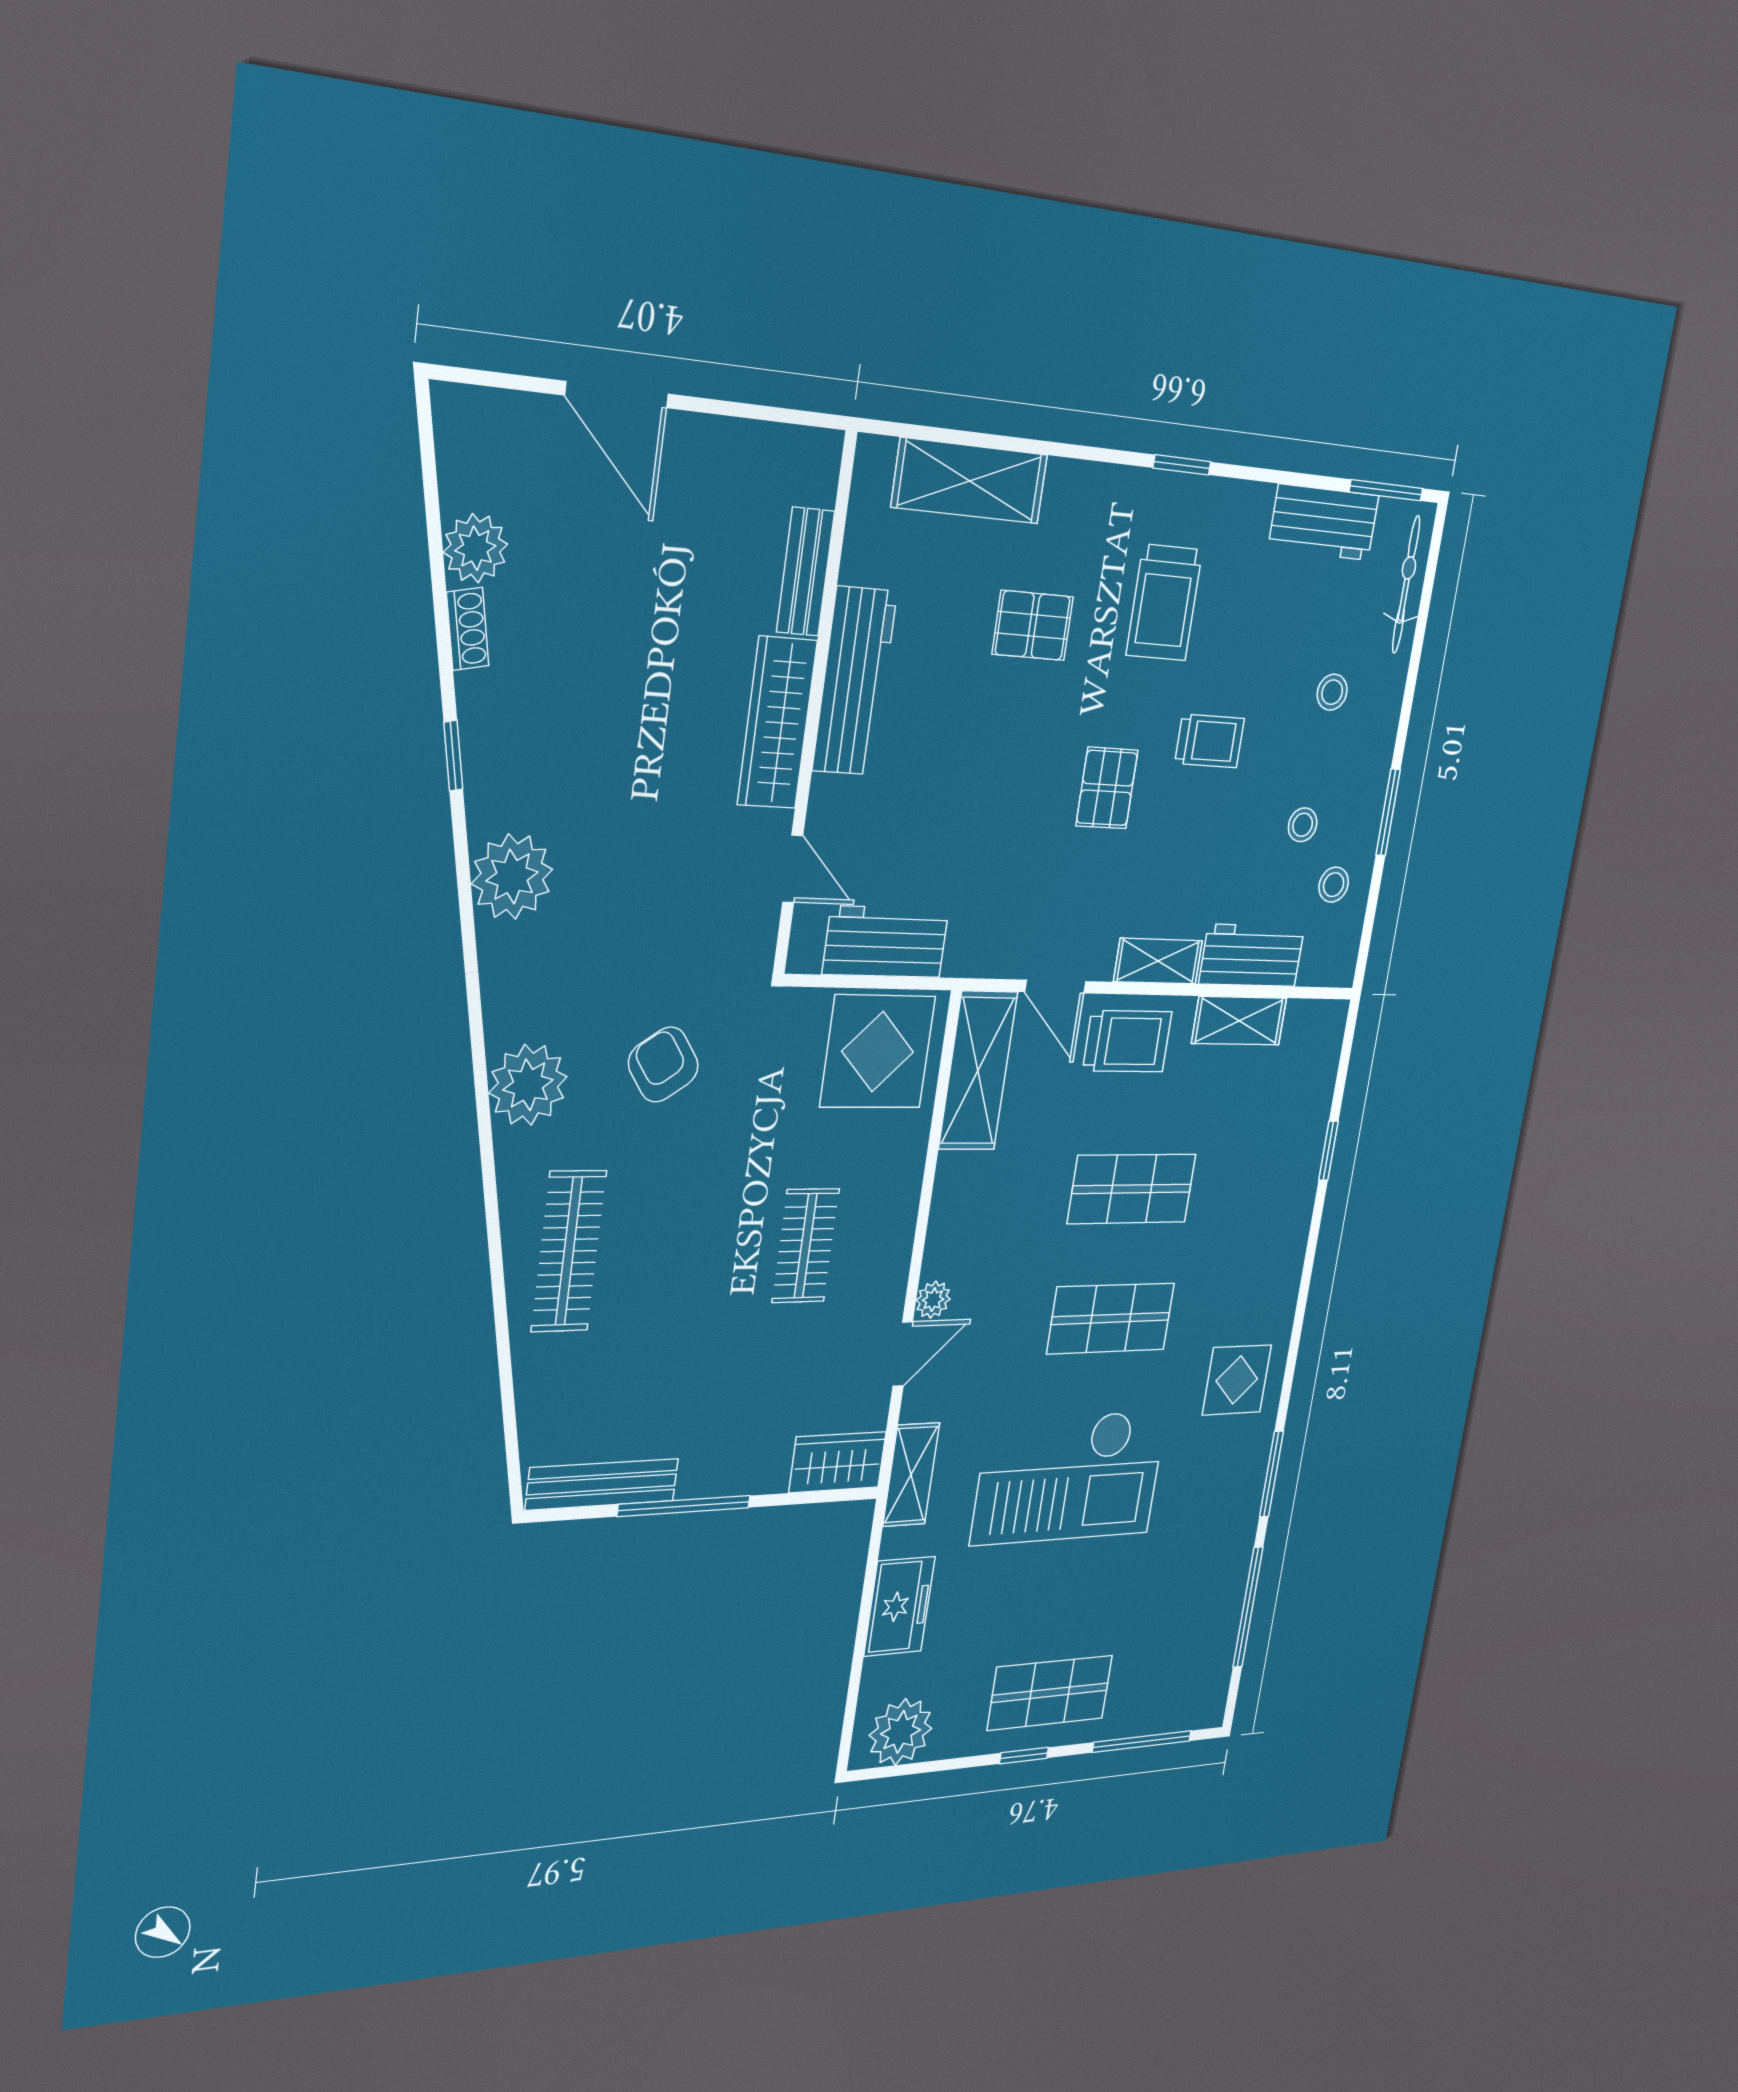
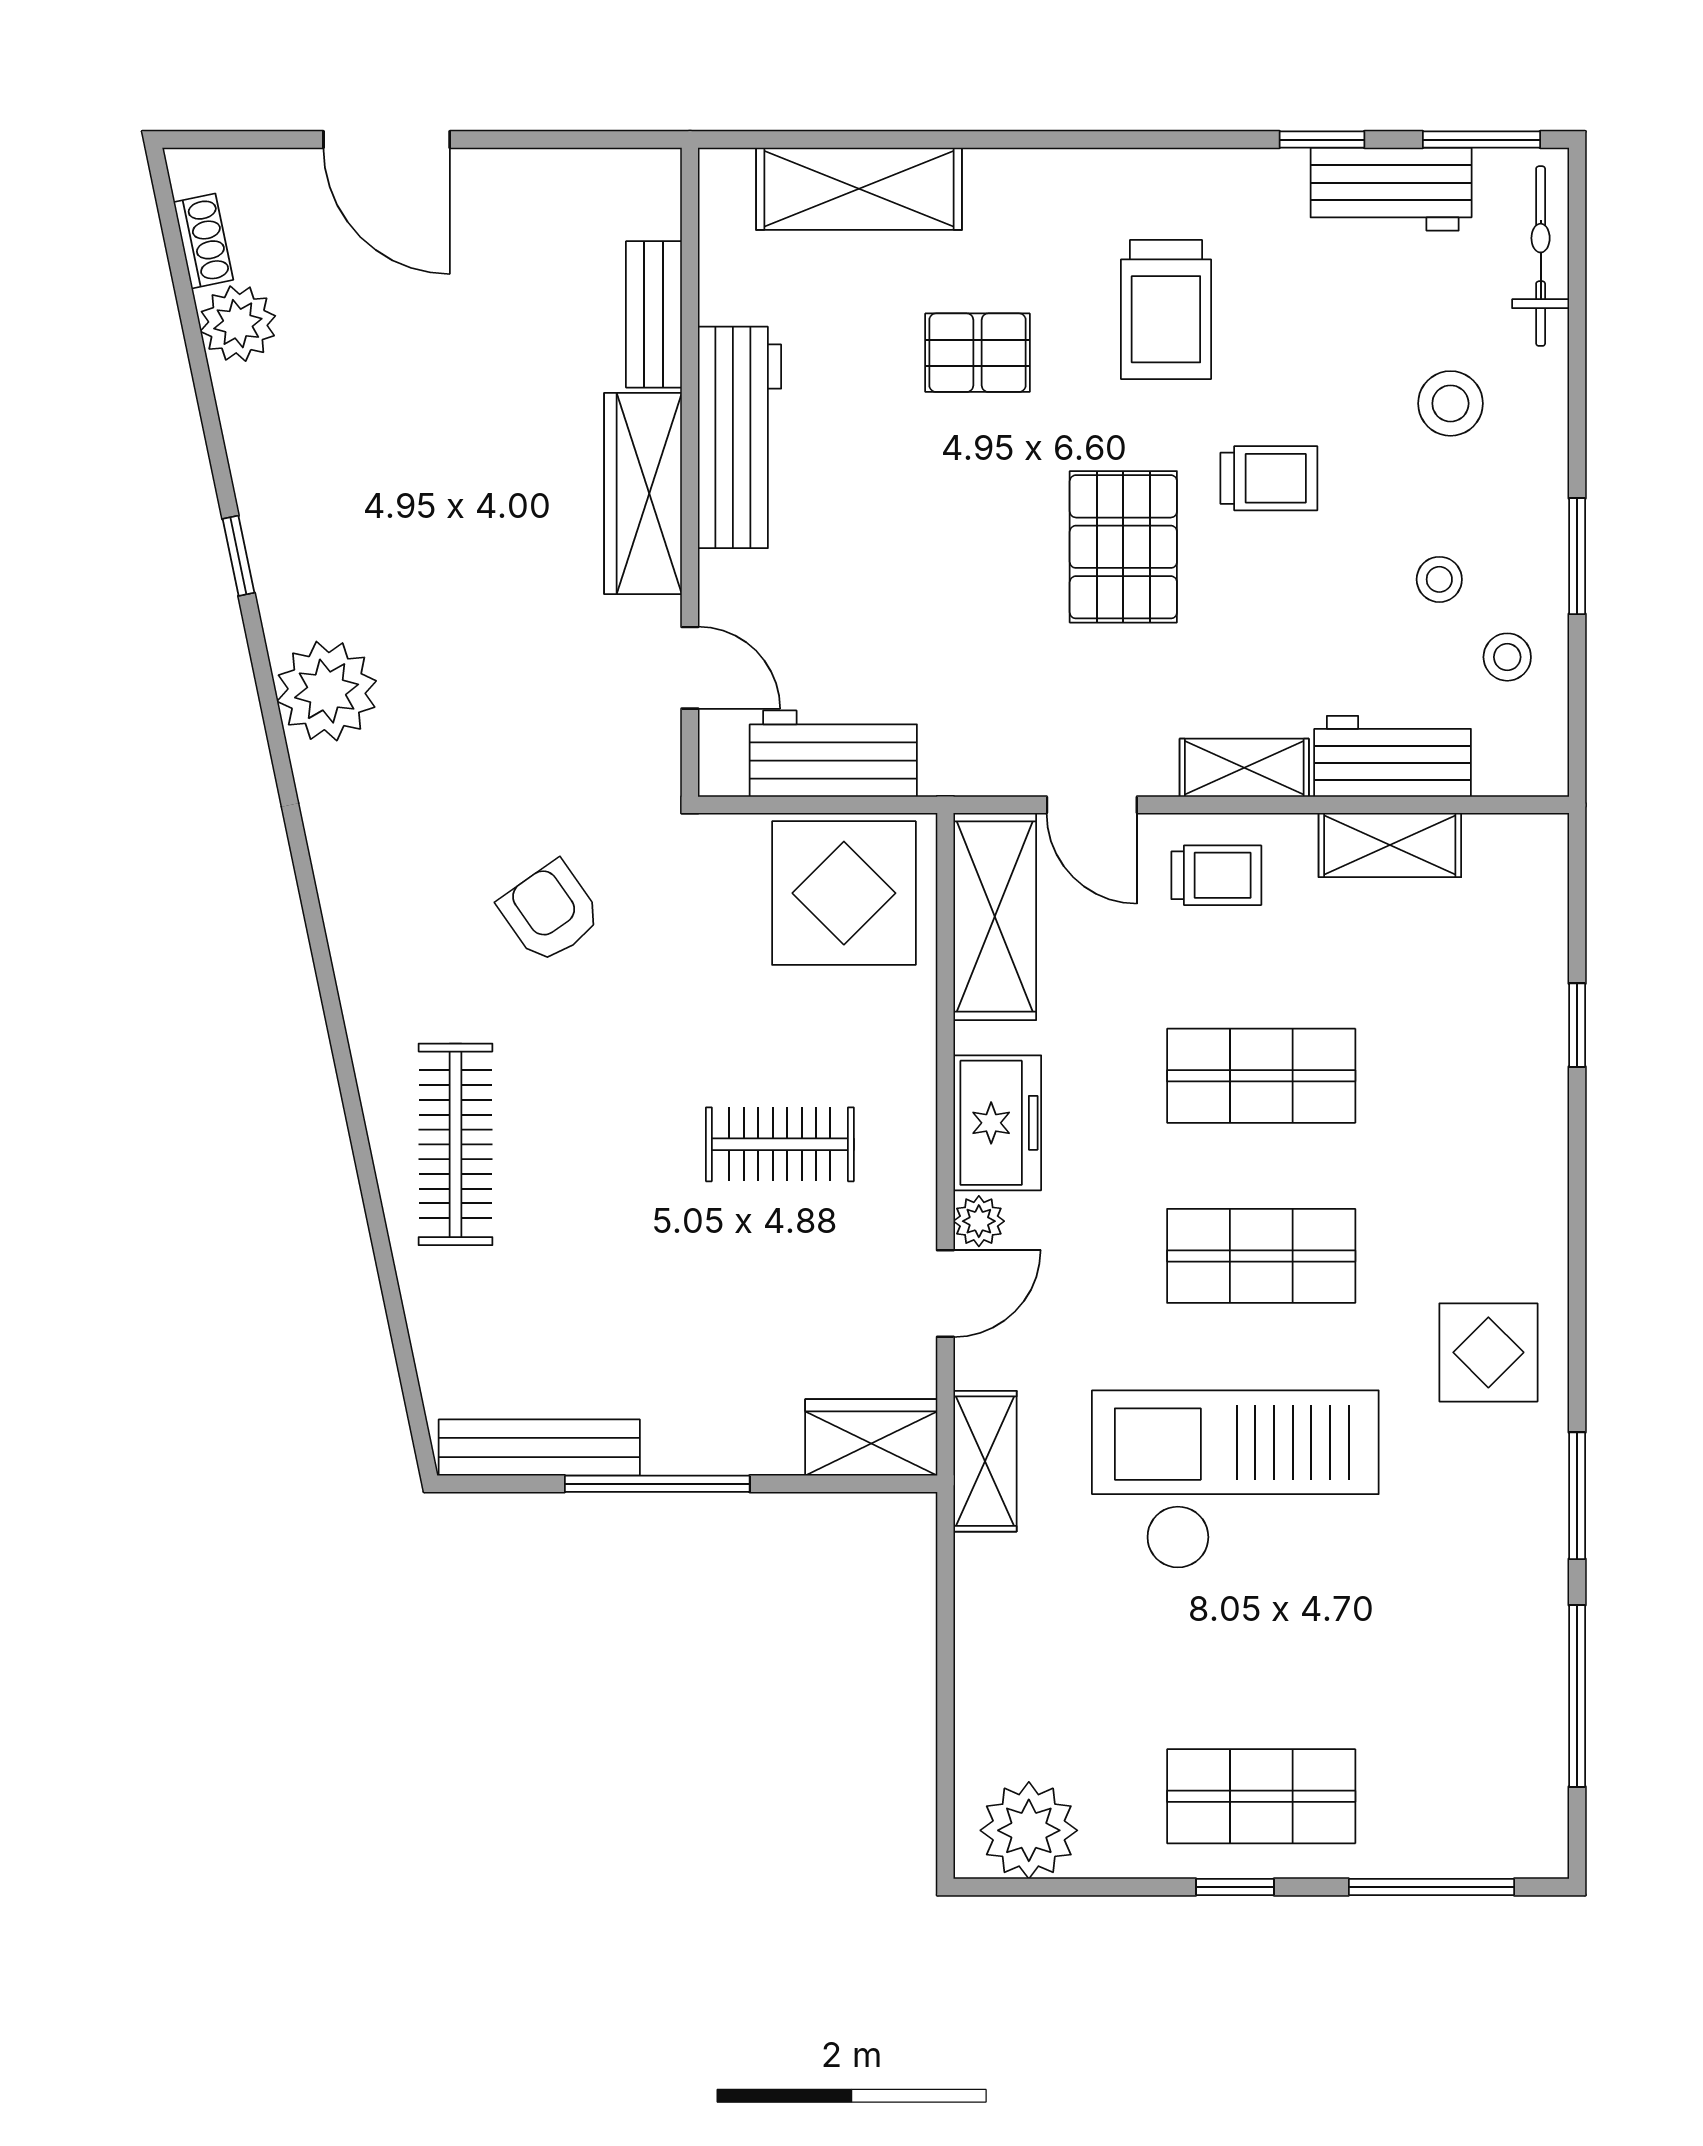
window: (1182, 465) -> (1322, 140), moved
shoe rack: (468, 629) -> (203, 241), moved
stool: (1332, 692) -> (1450, 403), width x1.37, depth x1.37
pallet: (1107, 788) -> (1123, 547), width x1.50, depth x1.42
trolley: (1127, 1041) -> (1216, 875), width x0.73, depth x0.72
plant: (528, 1085) -> (377, 938), removed
clothes rail: (806, 1246) -> (780, 1144), turned 90
checkout: (1069, 1477) -> (1235, 1480), turned 180
freezer: (899, 1606) -> (997, 1123), moved

